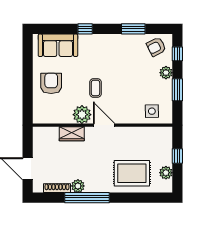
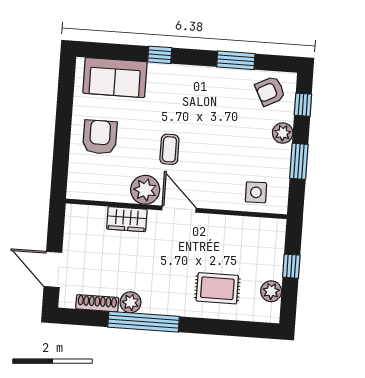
rug: (132, 173) -> (217, 288), width x0.73, depth x0.70

